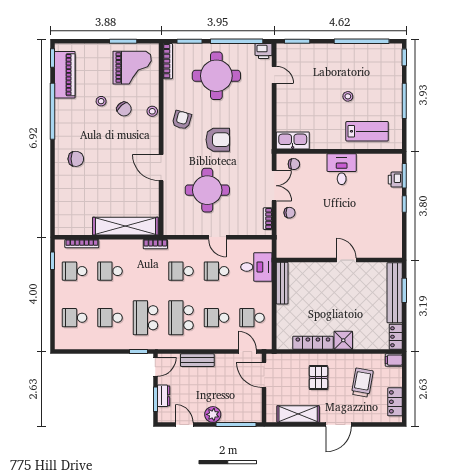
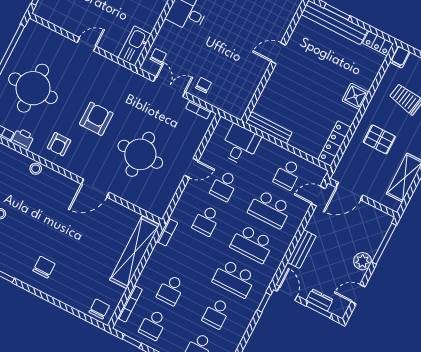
printer: (264, 51) -> (23, 139), moved, turned -90
door: (274, 75) -> (87, 44), moved
chair: (124, 109) -> (99, 309), moved, turned -48
armchair: (182, 120) -> (59, 144), turned -106
school desk: (216, 318) -> (270, 209), width x1.85
locker: (313, 343) -> (334, 144), moved

